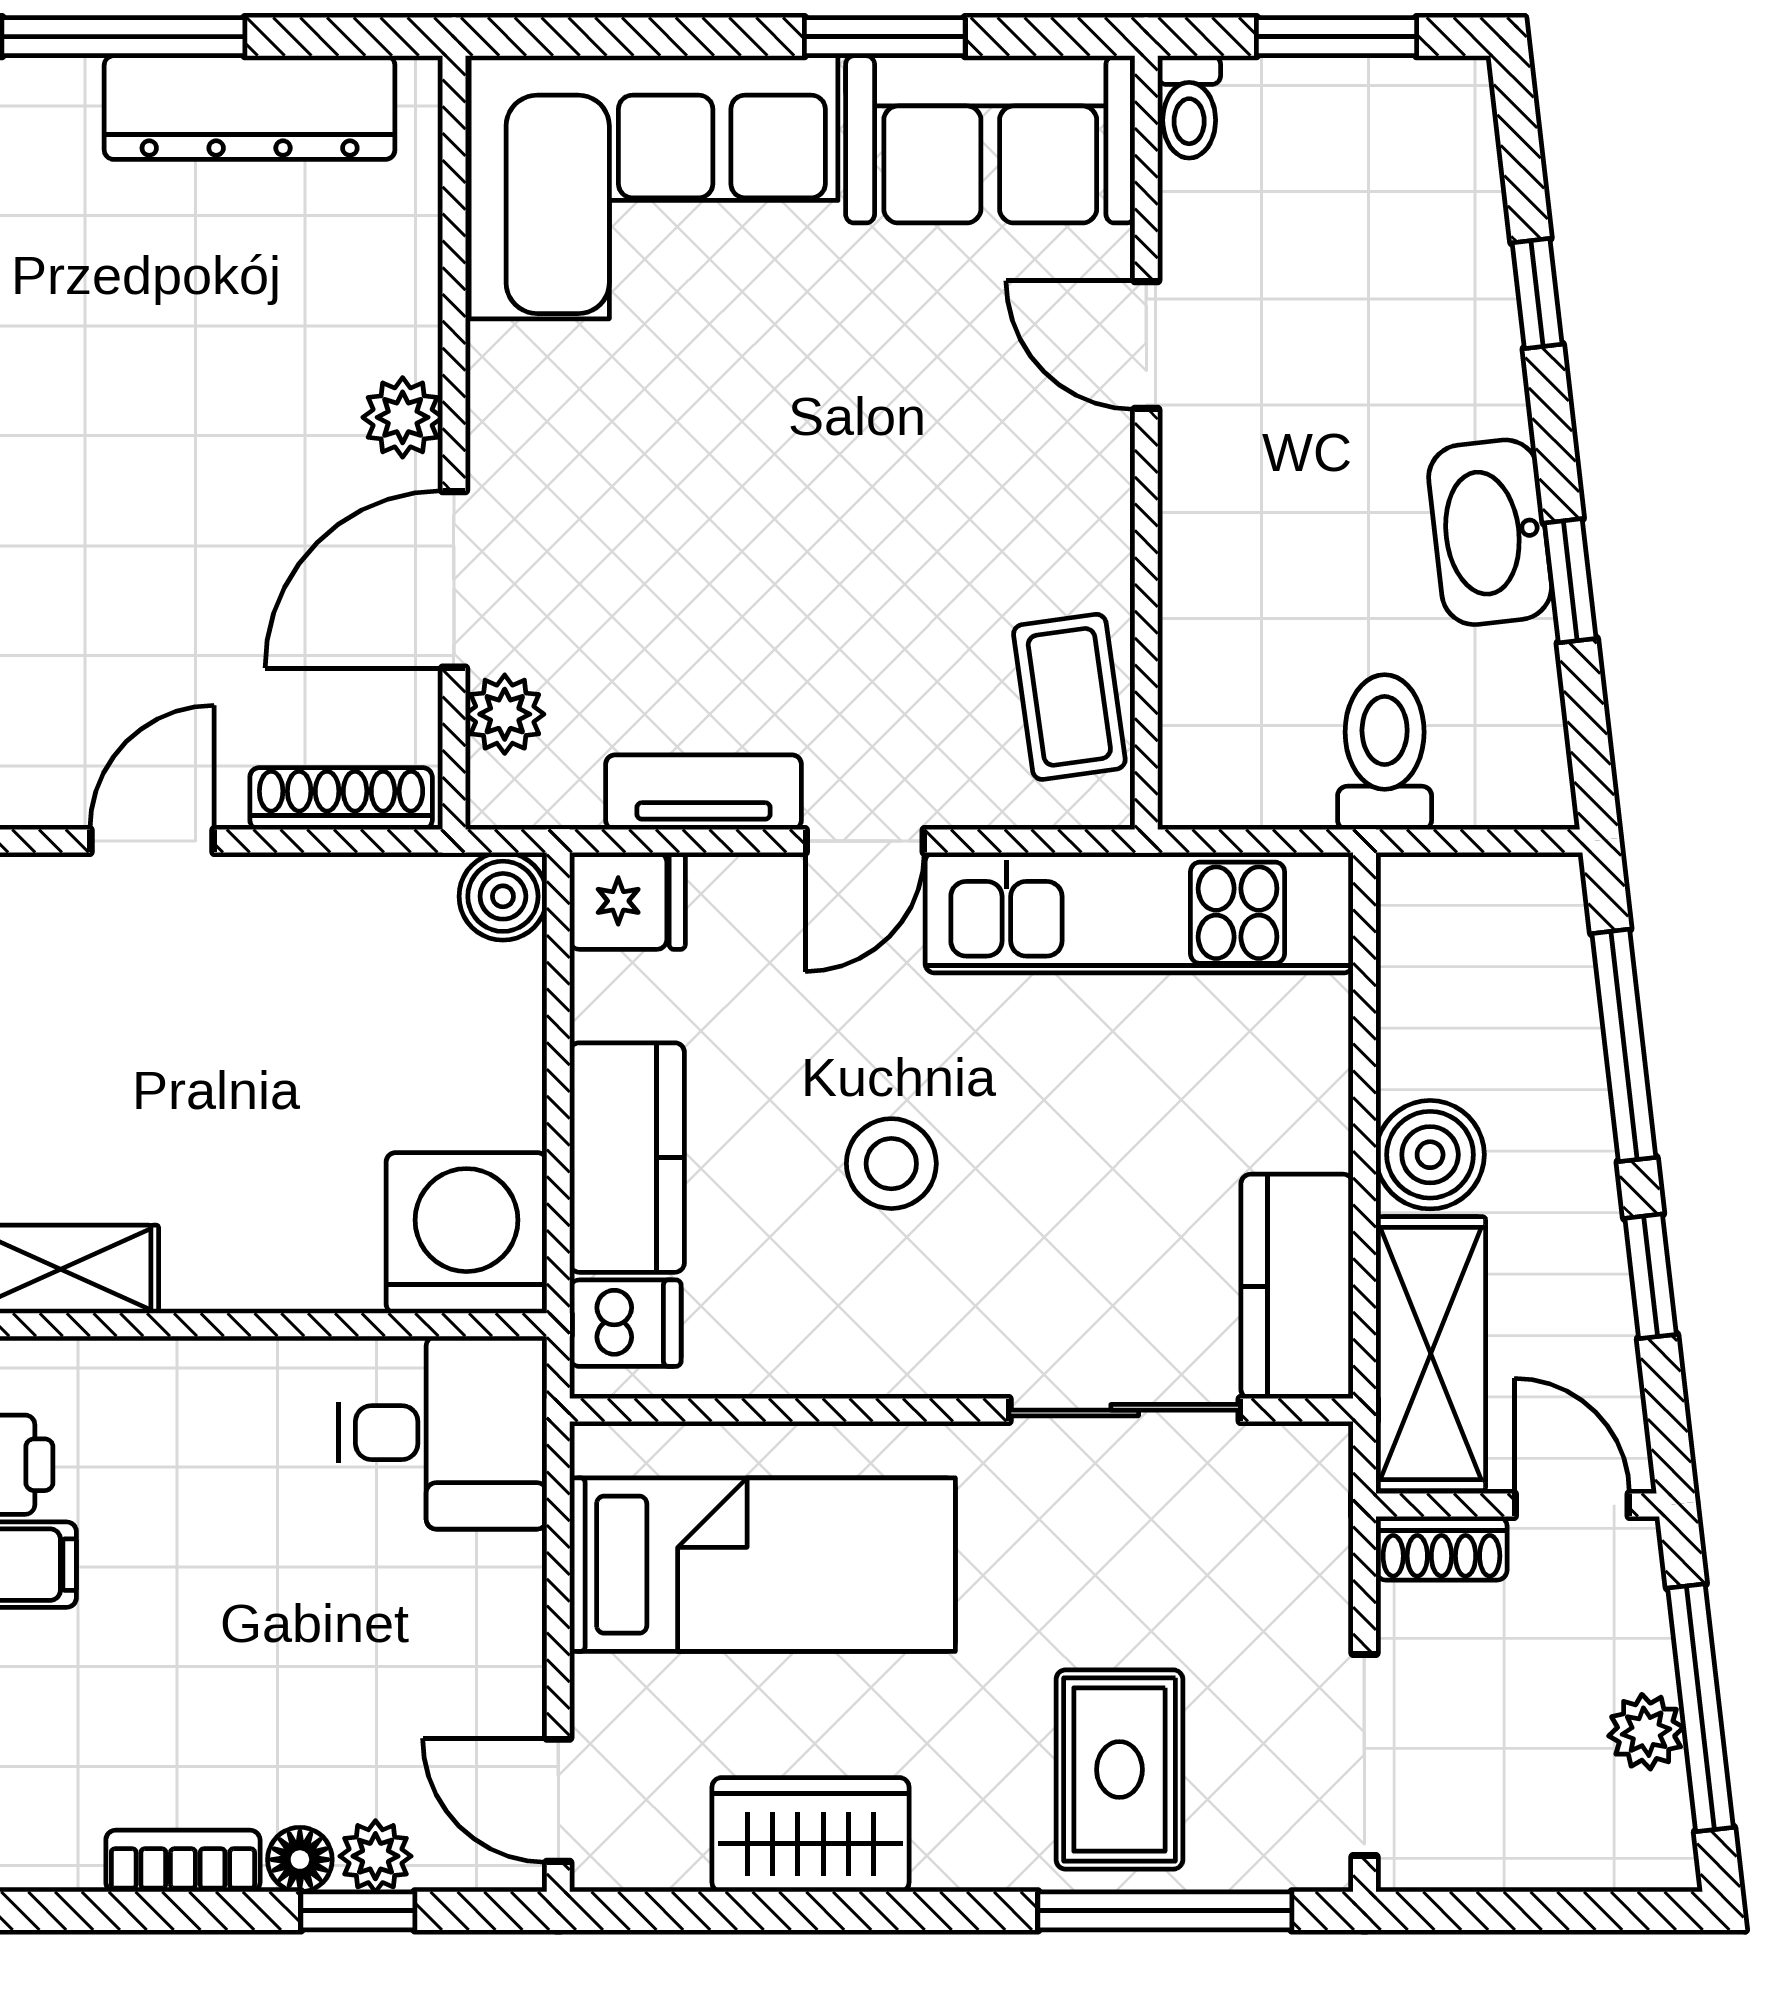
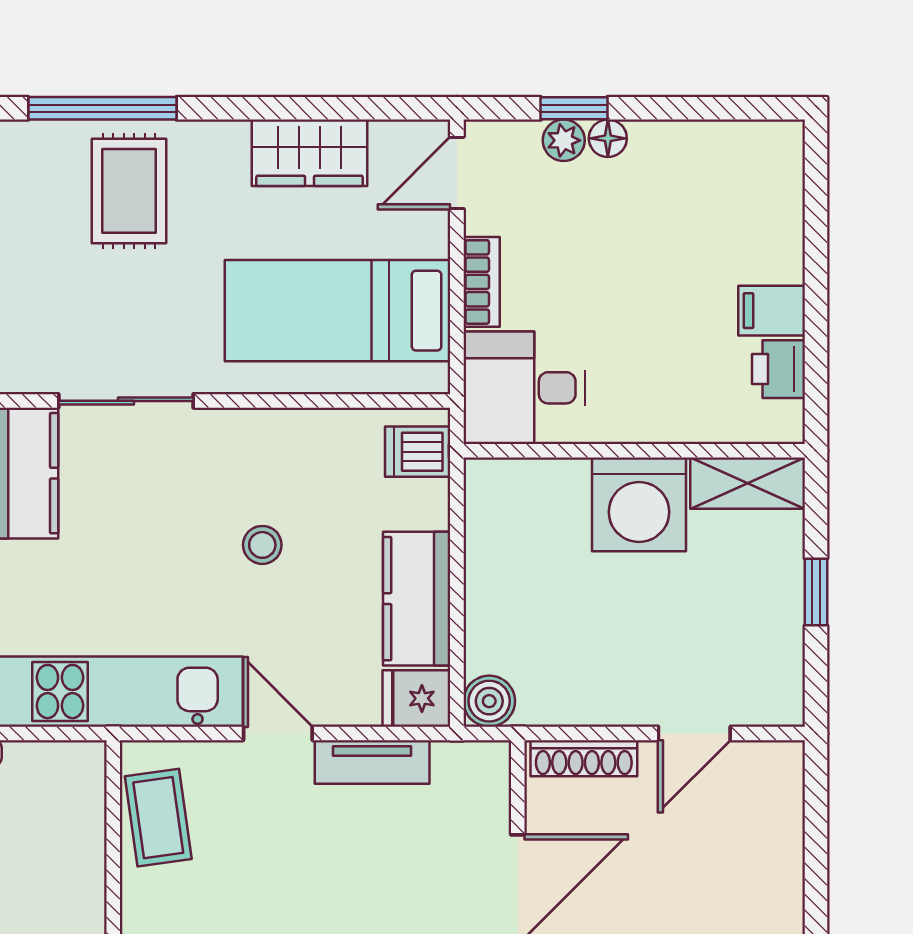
plant: (505, 714) -> (488, 808), removed
door: (865, 841) -> (278, 733), hinge flipped
kitchen counter: (627, 1158) -> (417, 599), moved
stool: (891, 1164) -> (262, 545), width x0.73, depth x0.73
washing machine: (466, 1233) -> (639, 504), moved
door: (558, 1800) -> (457, 173), swing flipped
bookcase: (183, 1861) -> (482, 282), moved, turned -90

